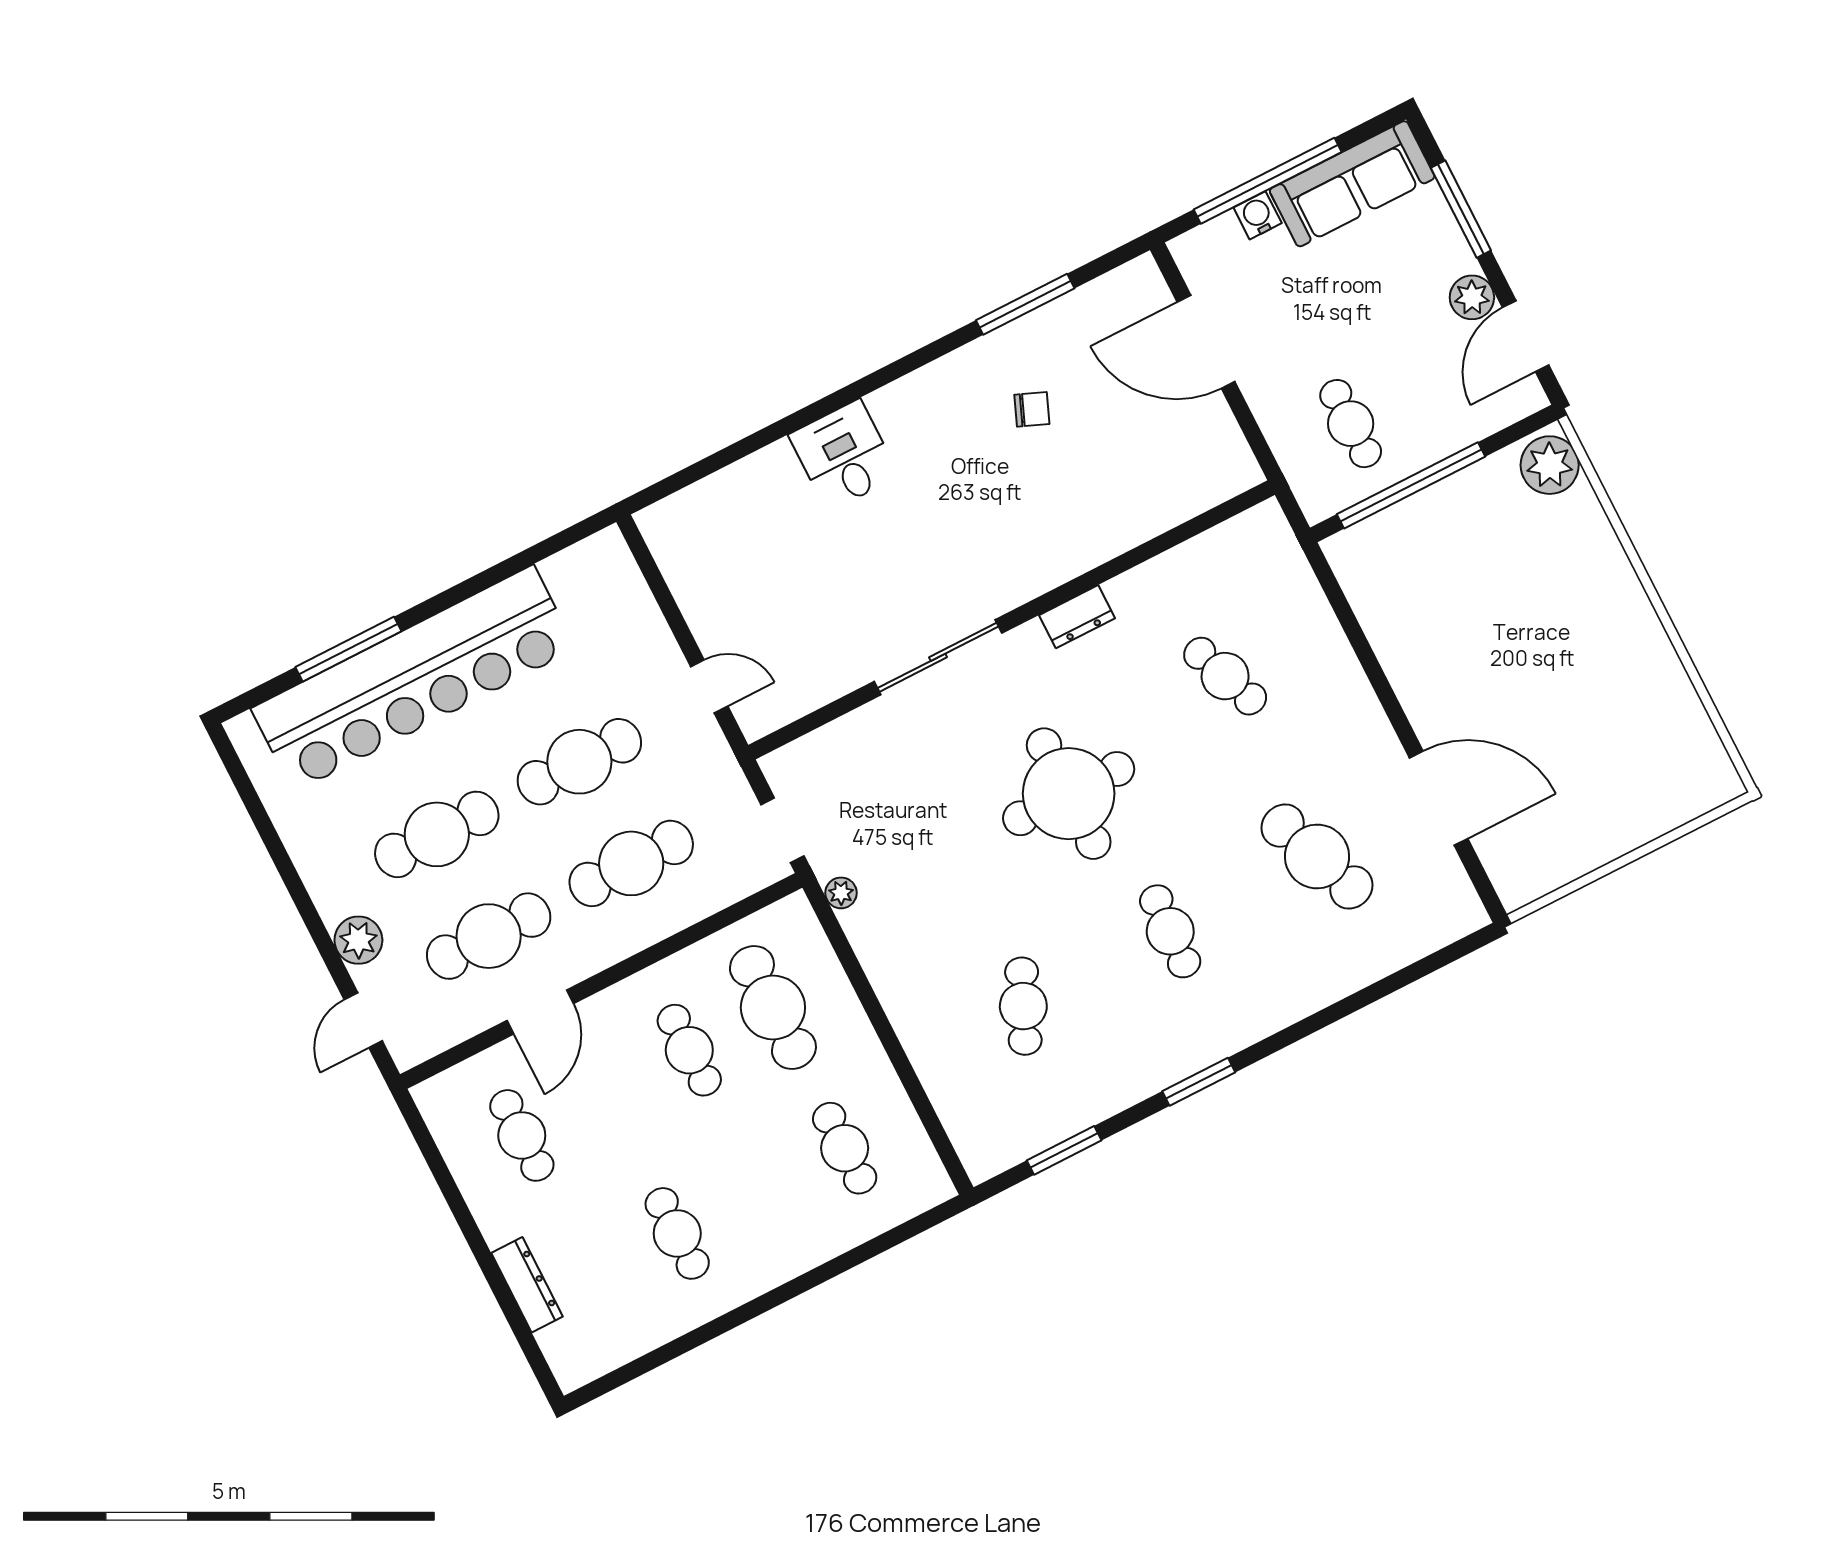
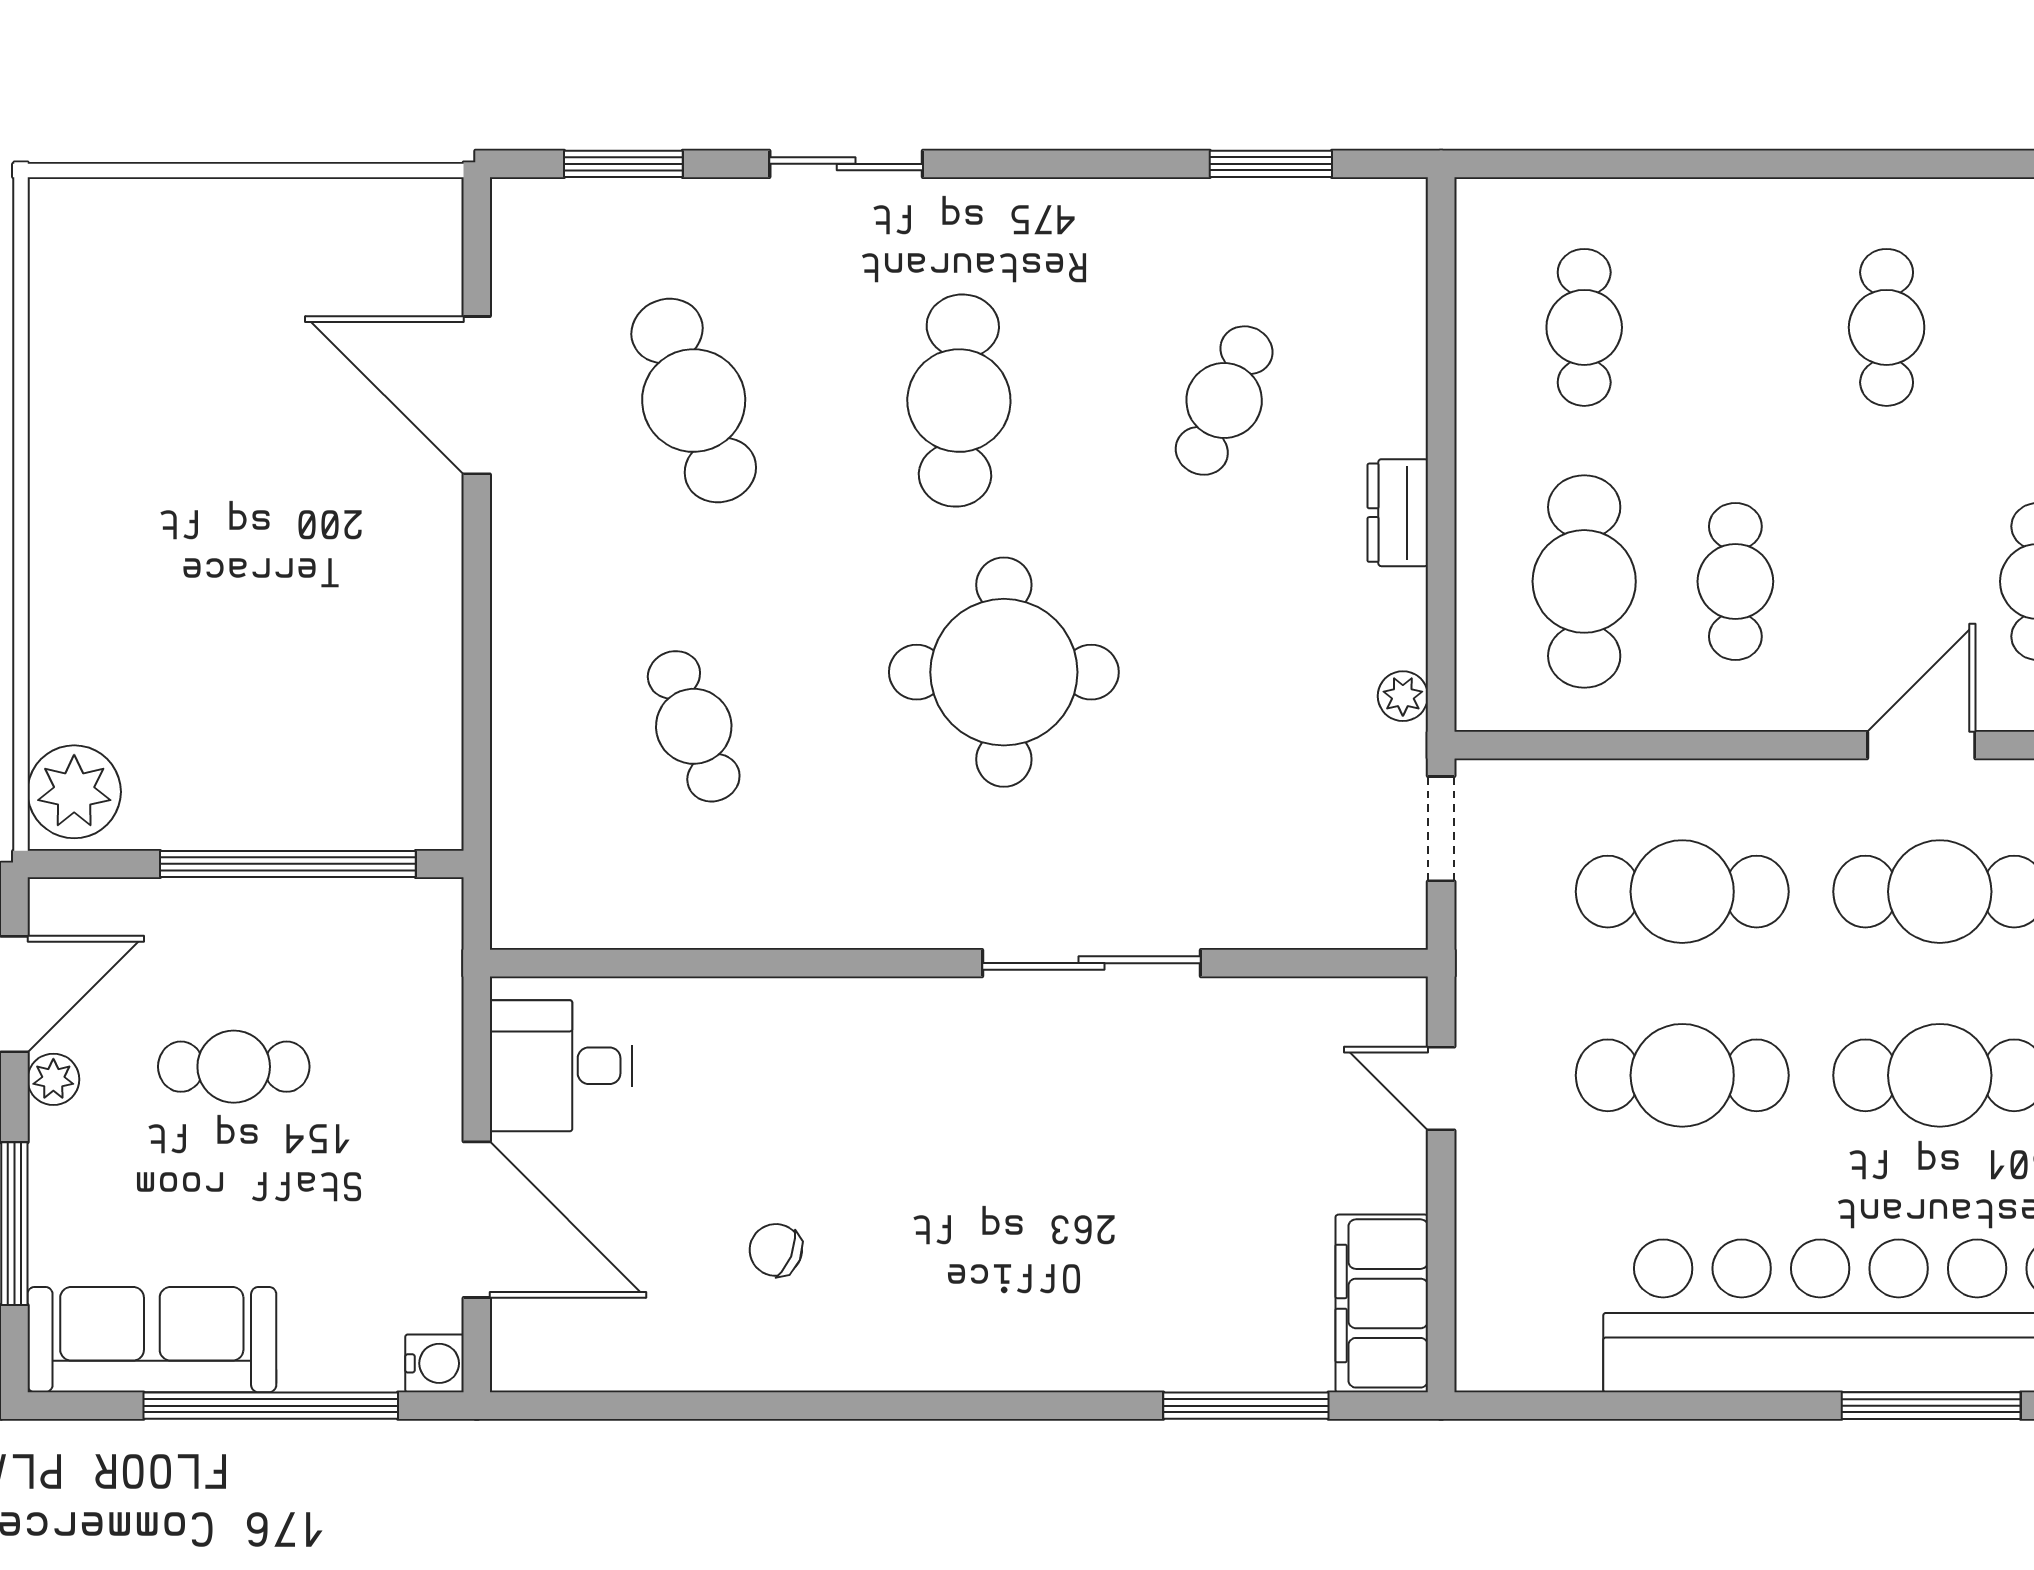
water cooler: (1258, 215) -> (434, 1363), moved, turned -90
plant: (1472, 297) -> (53, 1079), width x0.73, depth x0.73
window: (1025, 304) -> (1246, 1406), moved
cafe table: (1351, 424) -> (234, 1067), moved, turned 90
desk: (844, 455) -> (561, 1066), moved, turned 90
filing cabinet: (681, 551) -> (1382, 1303), added
dresser: (1077, 617) -> (1398, 513), moved, turned -90
cafe table: (1170, 931) -> (959, 401), width x1.37, depth x1.35
sliding door: (1299, 1031) -> (846, 164), added
window: (1199, 1082) -> (623, 164), moved

